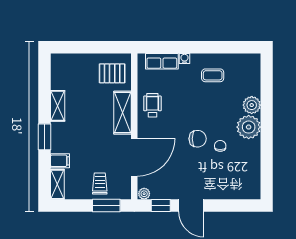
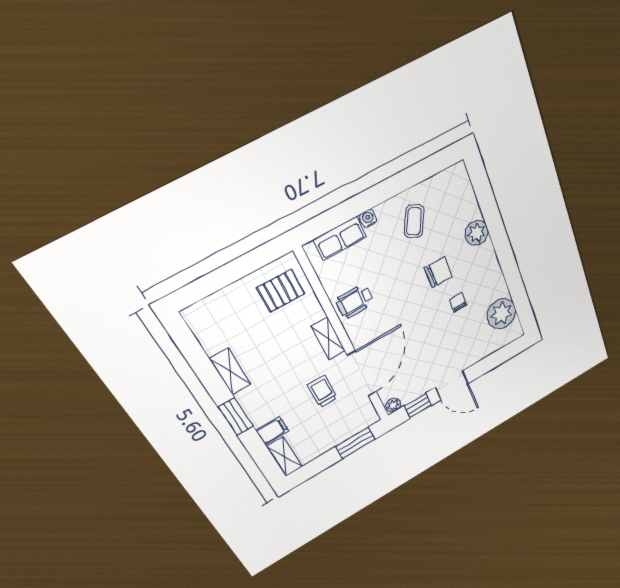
coffee table: (213, 75) -> (414, 221), turned -63
wheelchair: (152, 105) -> (355, 301), turned -90
shelving: (123, 113) -> (328, 338), width x0.67, depth x0.75
plant: (249, 127) -> (502, 314), moved
chair: (198, 139) -> (438, 272), moved
trolley: (100, 184) -> (322, 391), moved

